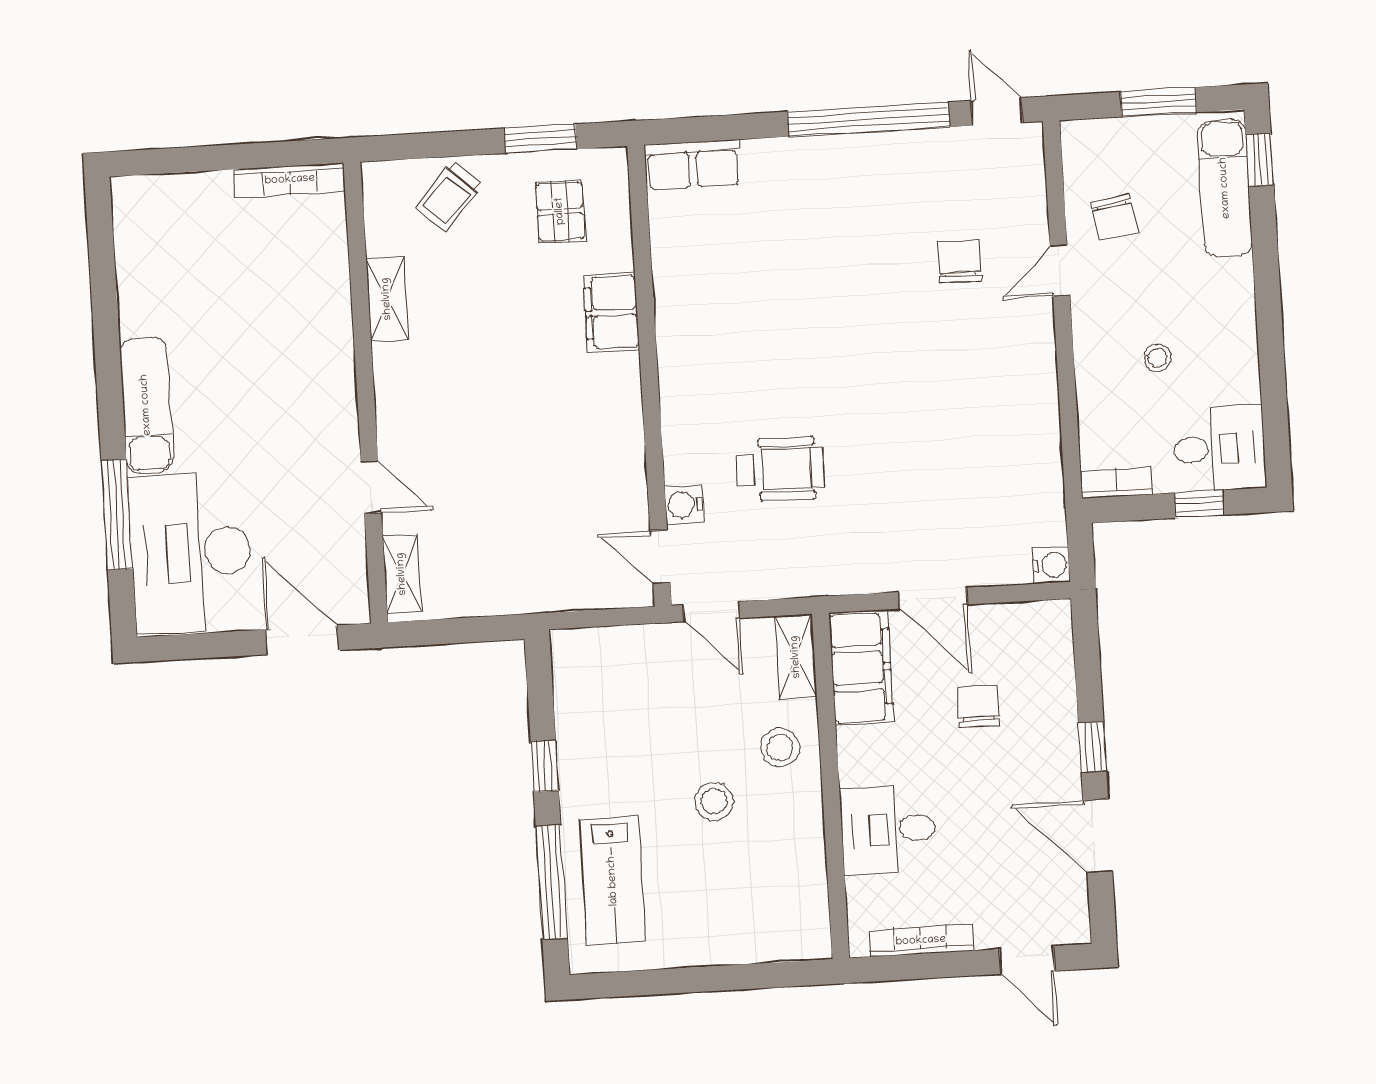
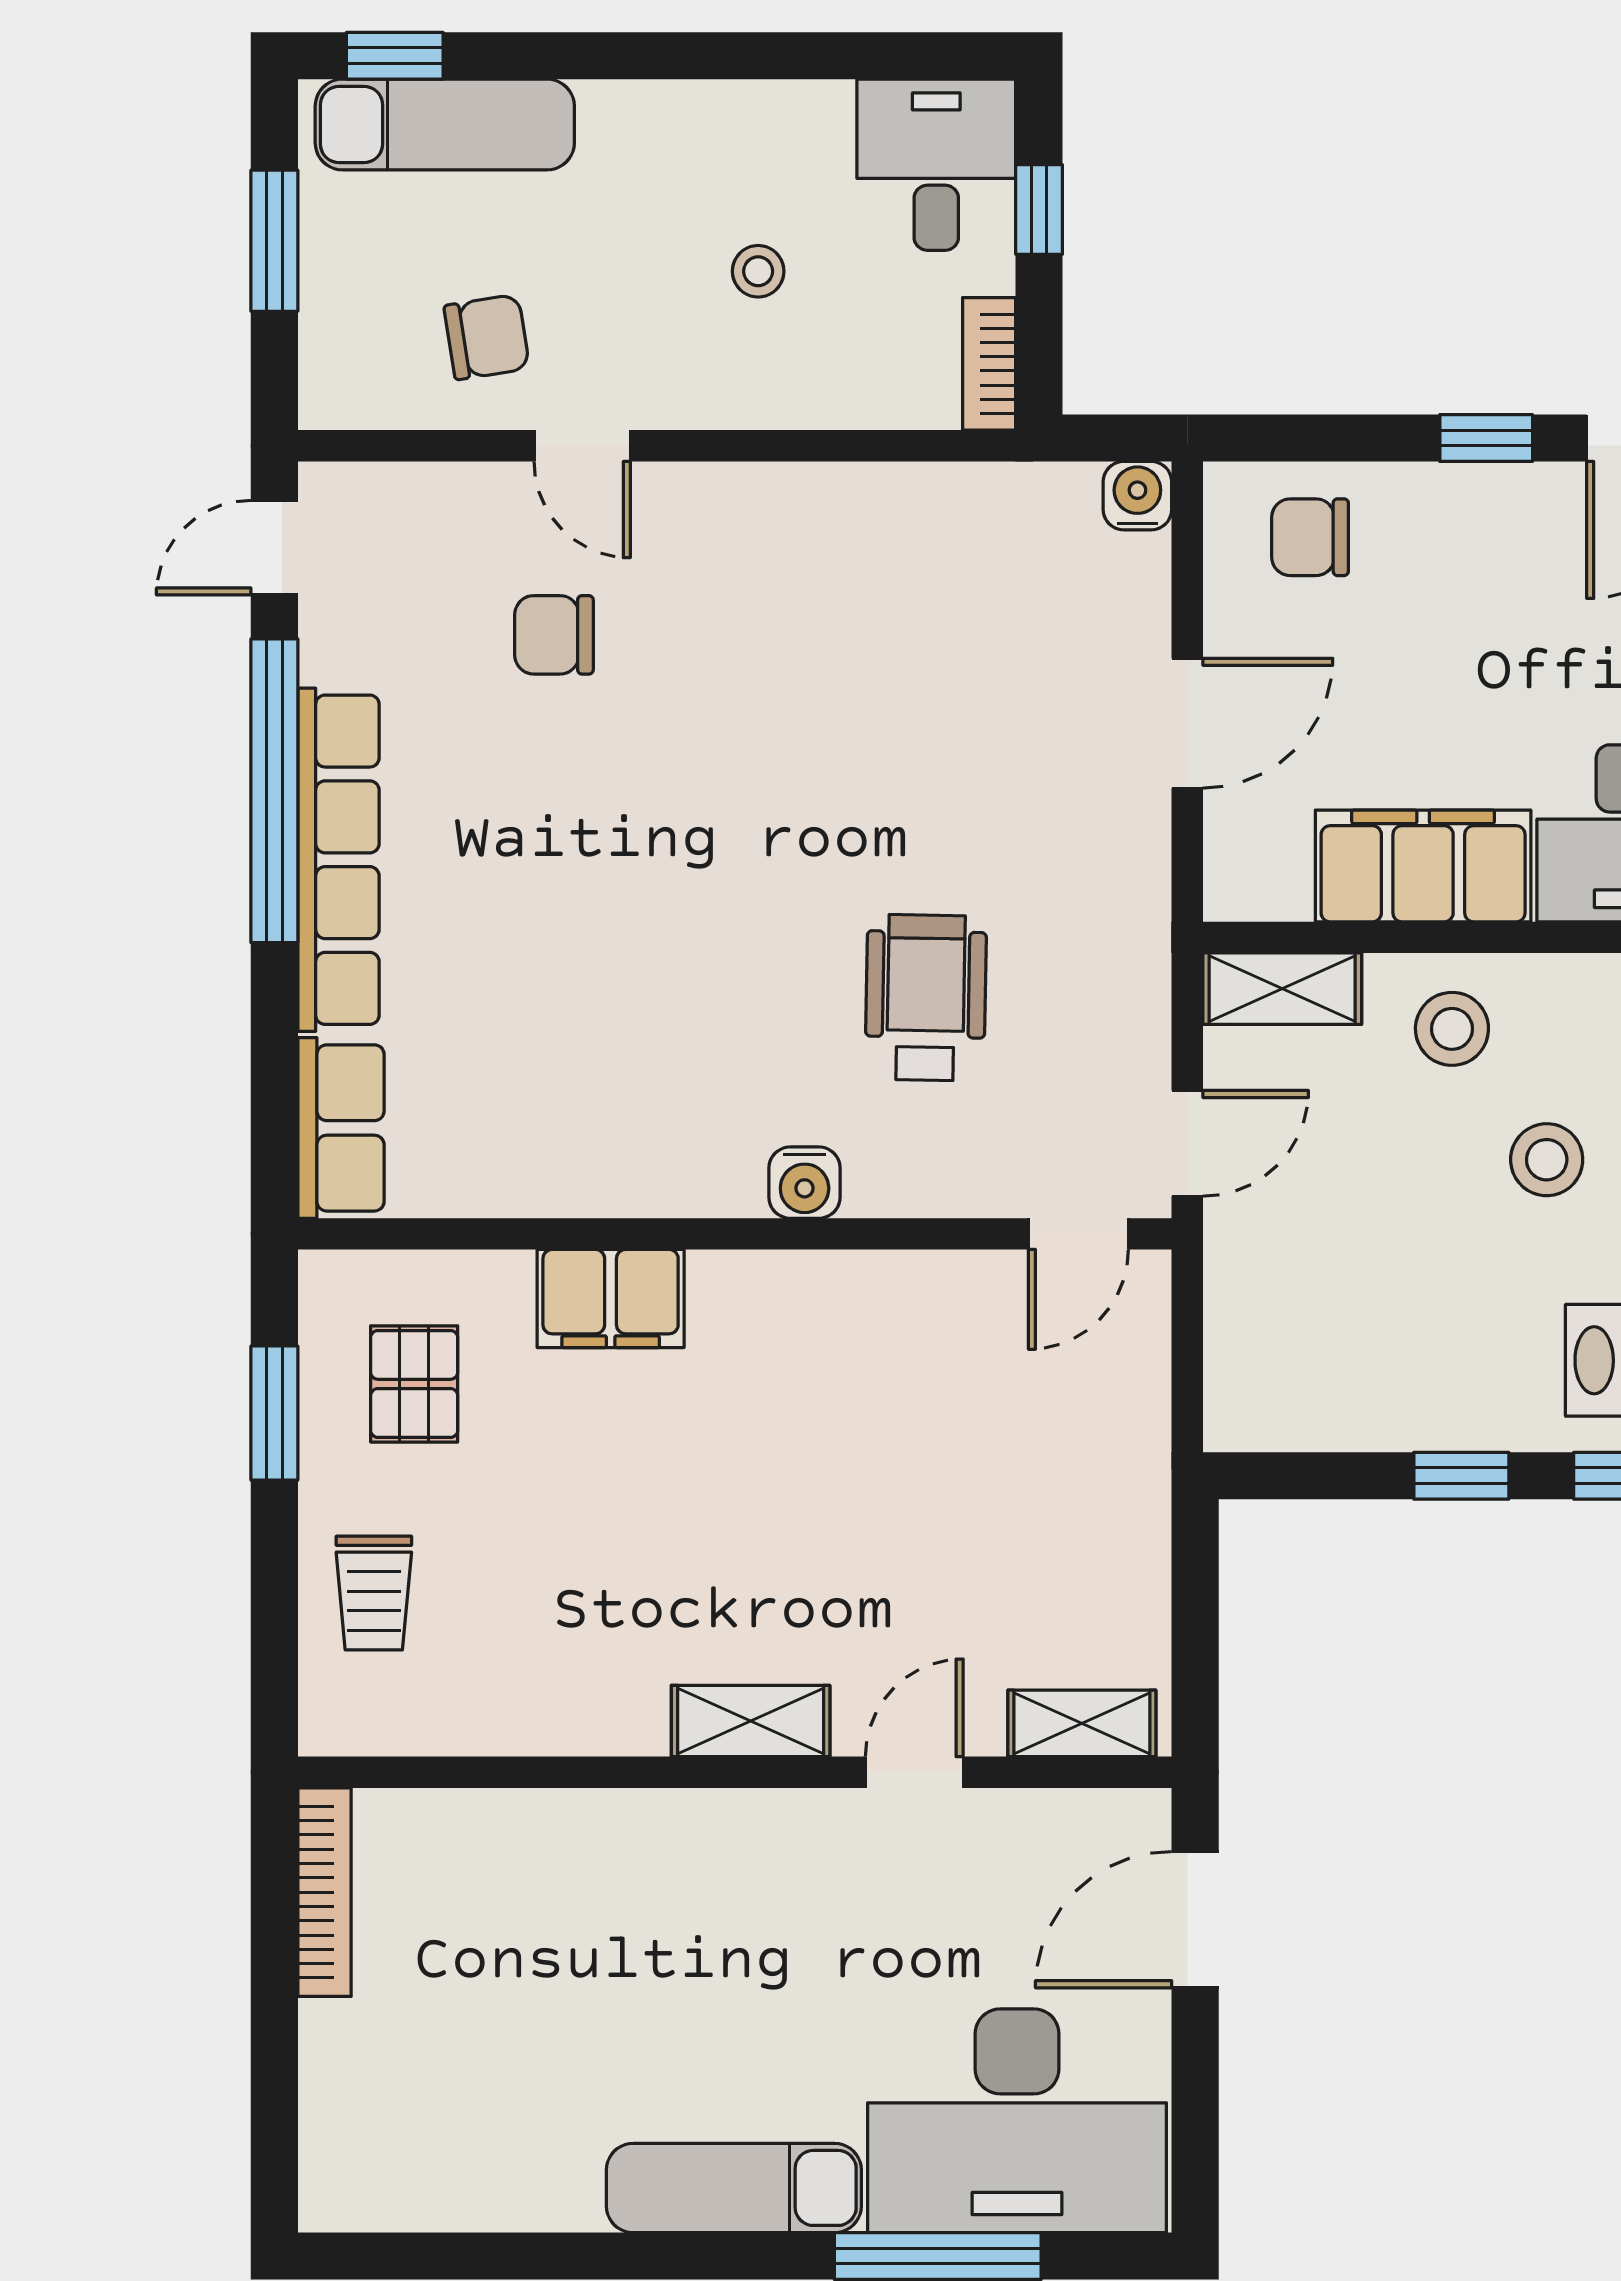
row of seats: (834, 155) -> (338, 860), added
trolley: (449, 197) -> (374, 1593), turned 48
pallet: (560, 211) -> (414, 1384), turned 90
shelving: (387, 299) -> (751, 1721), moved
water cooler: (684, 505) -> (805, 1183), moved
filing cabinet: (861, 668) -> (1423, 866), moved
chair: (978, 707) -> (1310, 537), moved

